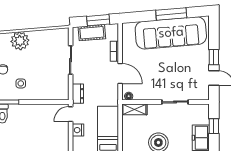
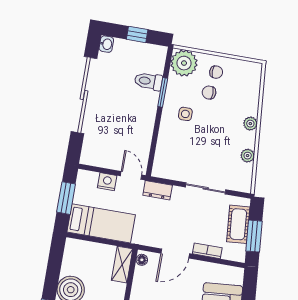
plant: (42, 35) -> (248, 156), added
plant: (20, 41) -> (250, 124), width x0.53, depth x0.53

